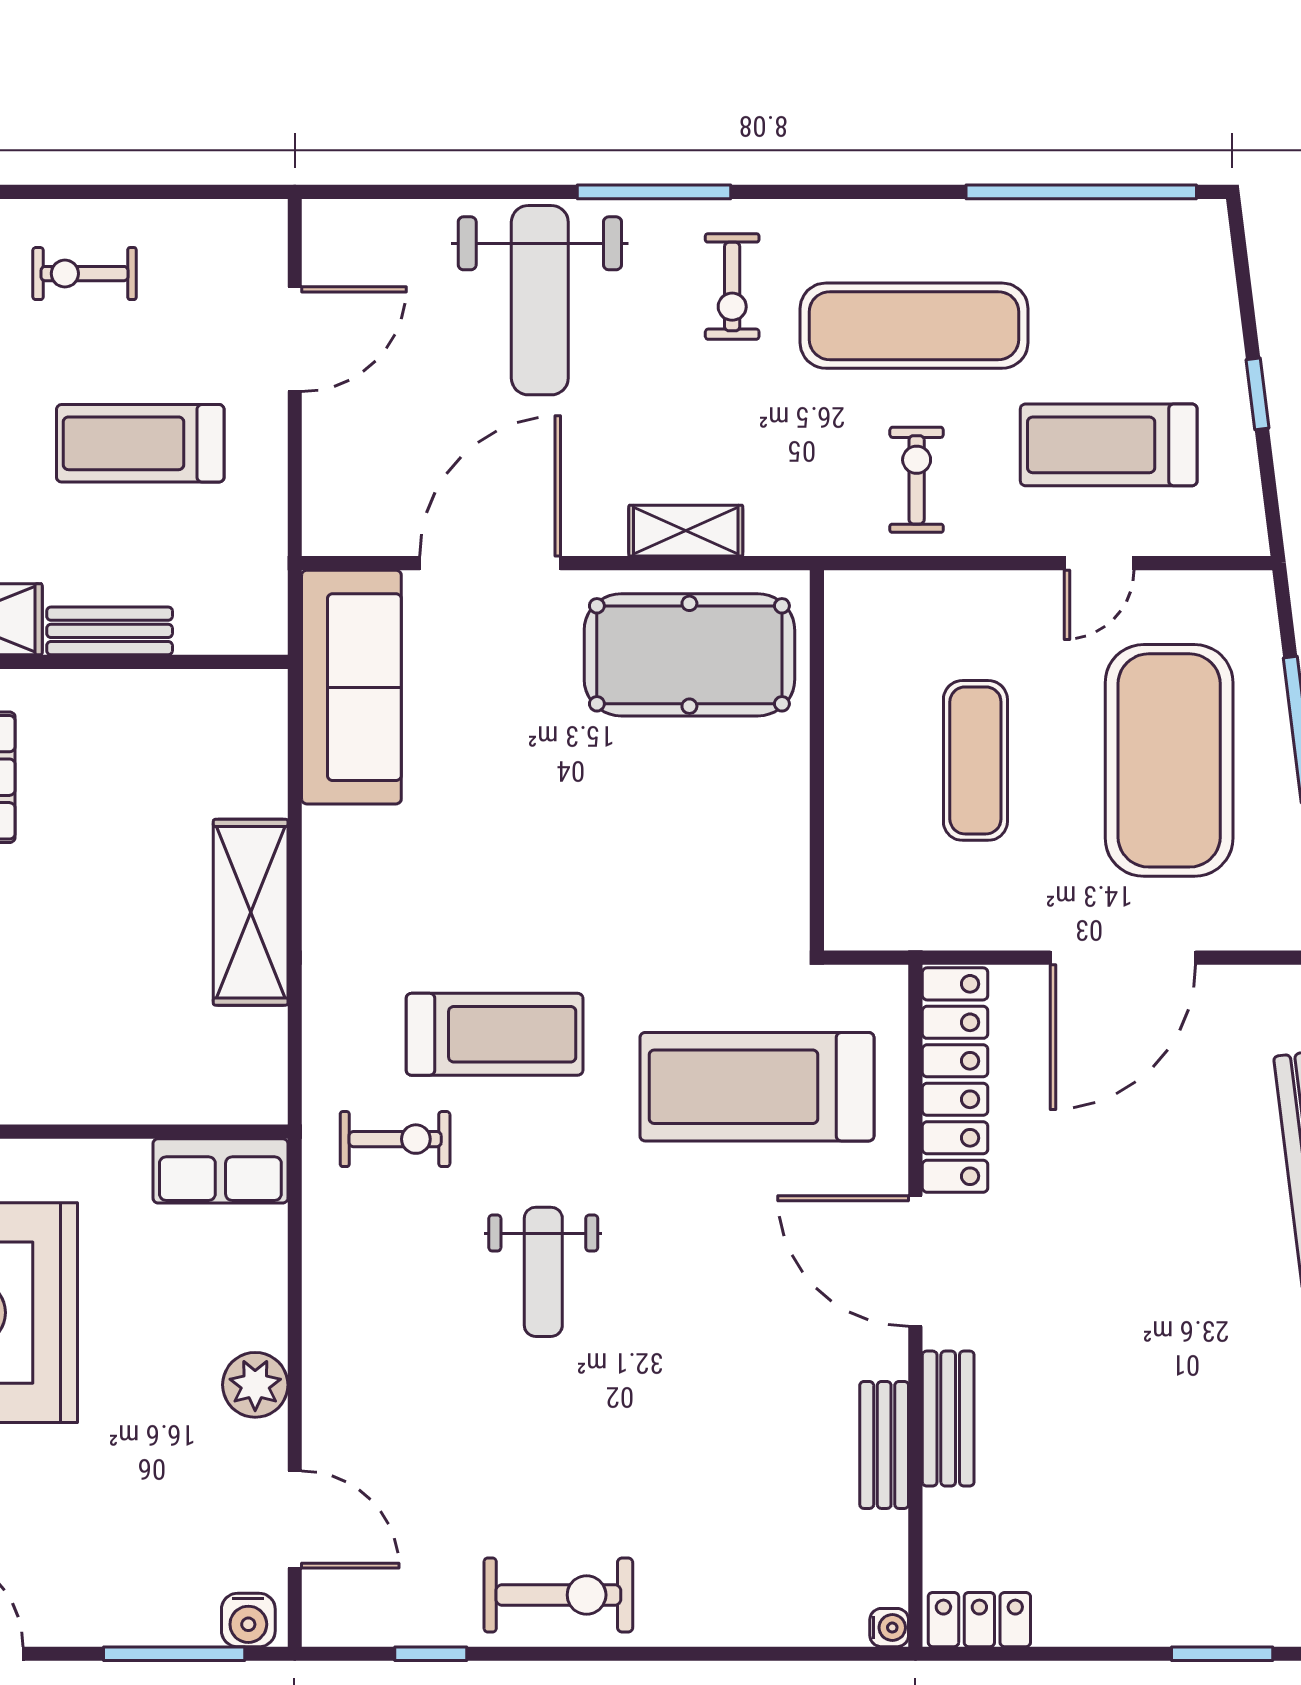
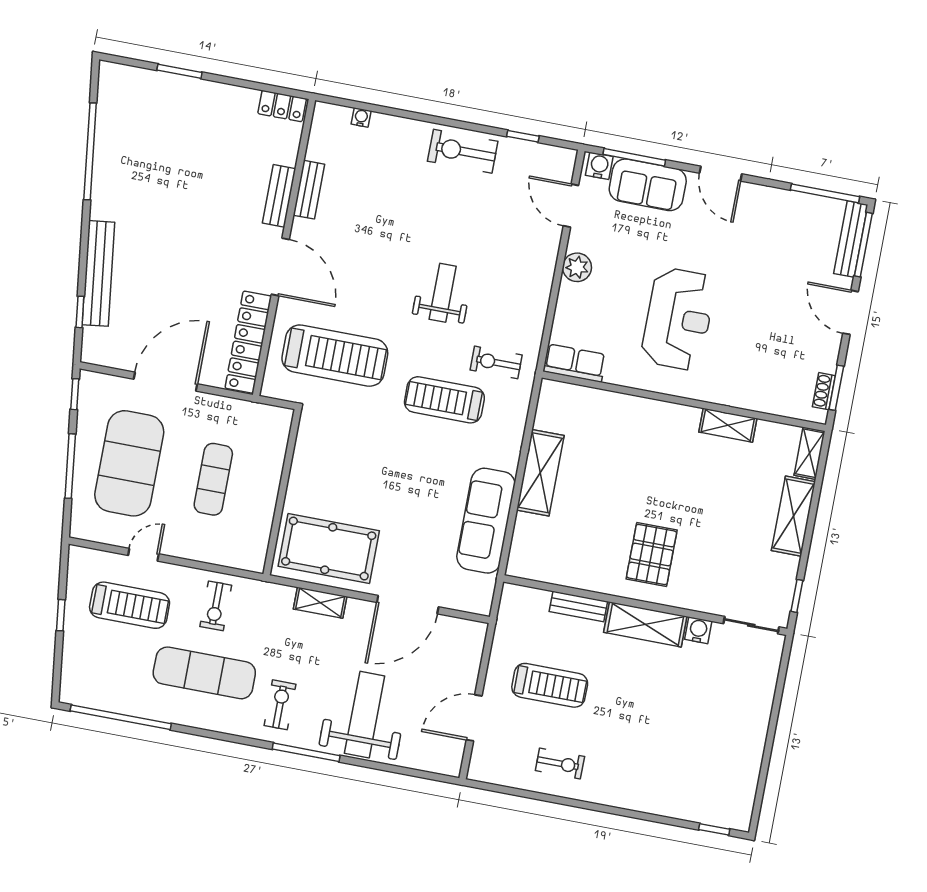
sofa: (351, 687) -> (486, 521), moved
sofa: (133, 1598) -> (648, 185), added
water cooler: (889, 1628) -> (361, 117), moved, turned 90

